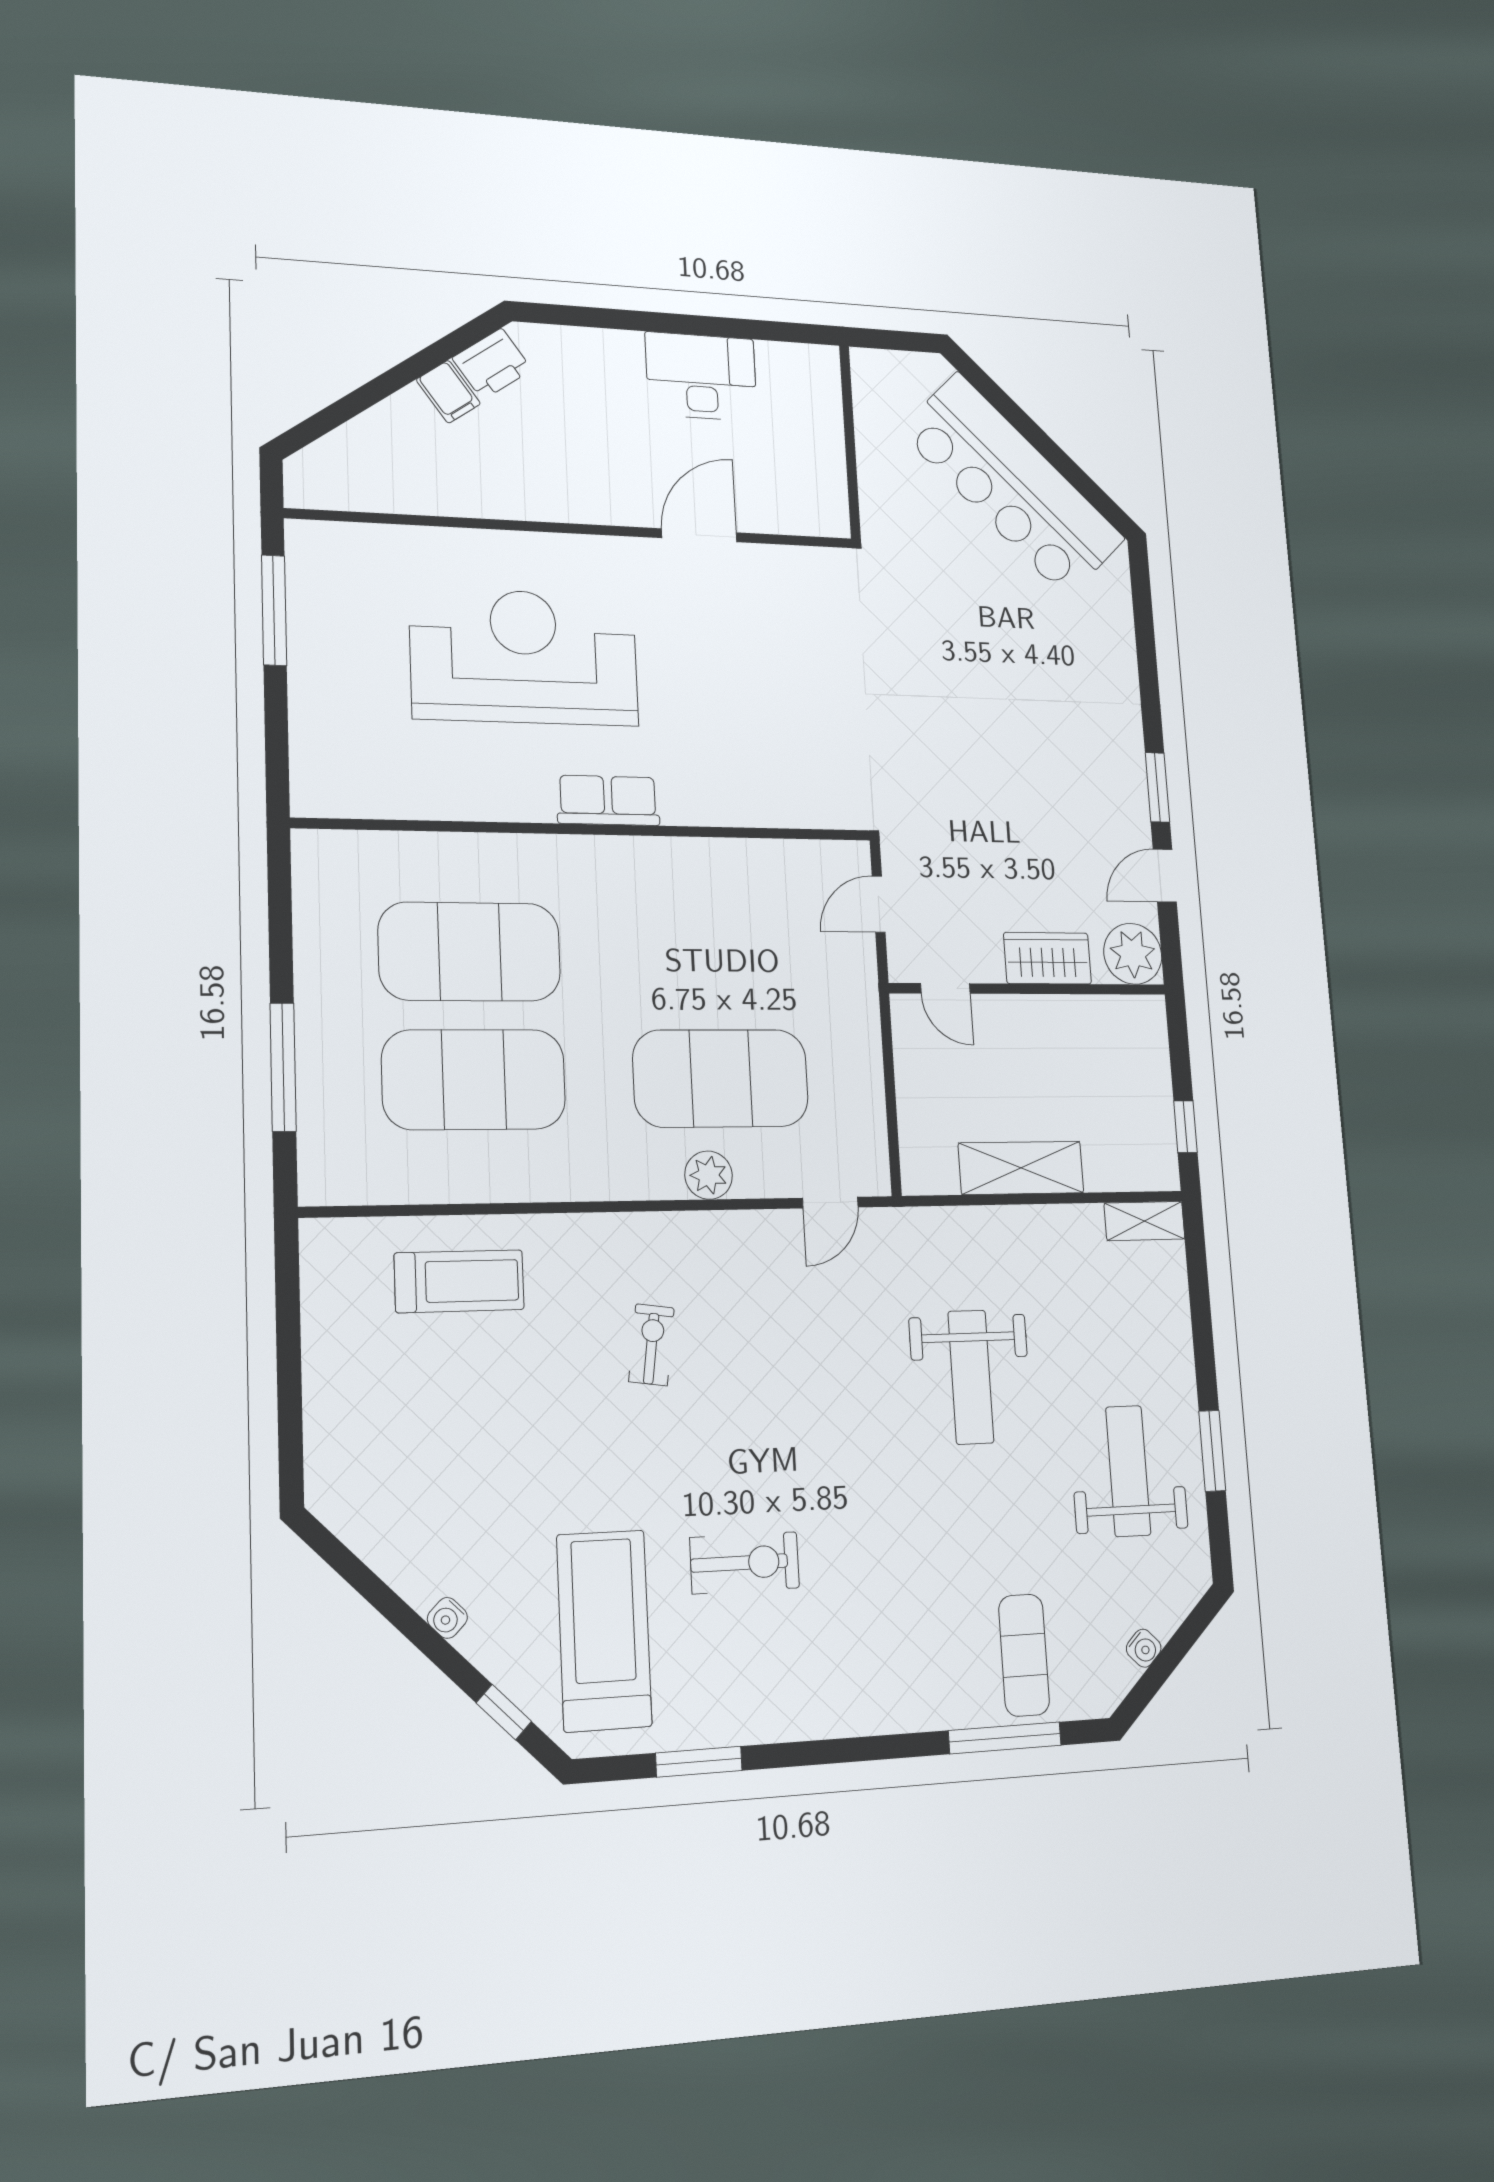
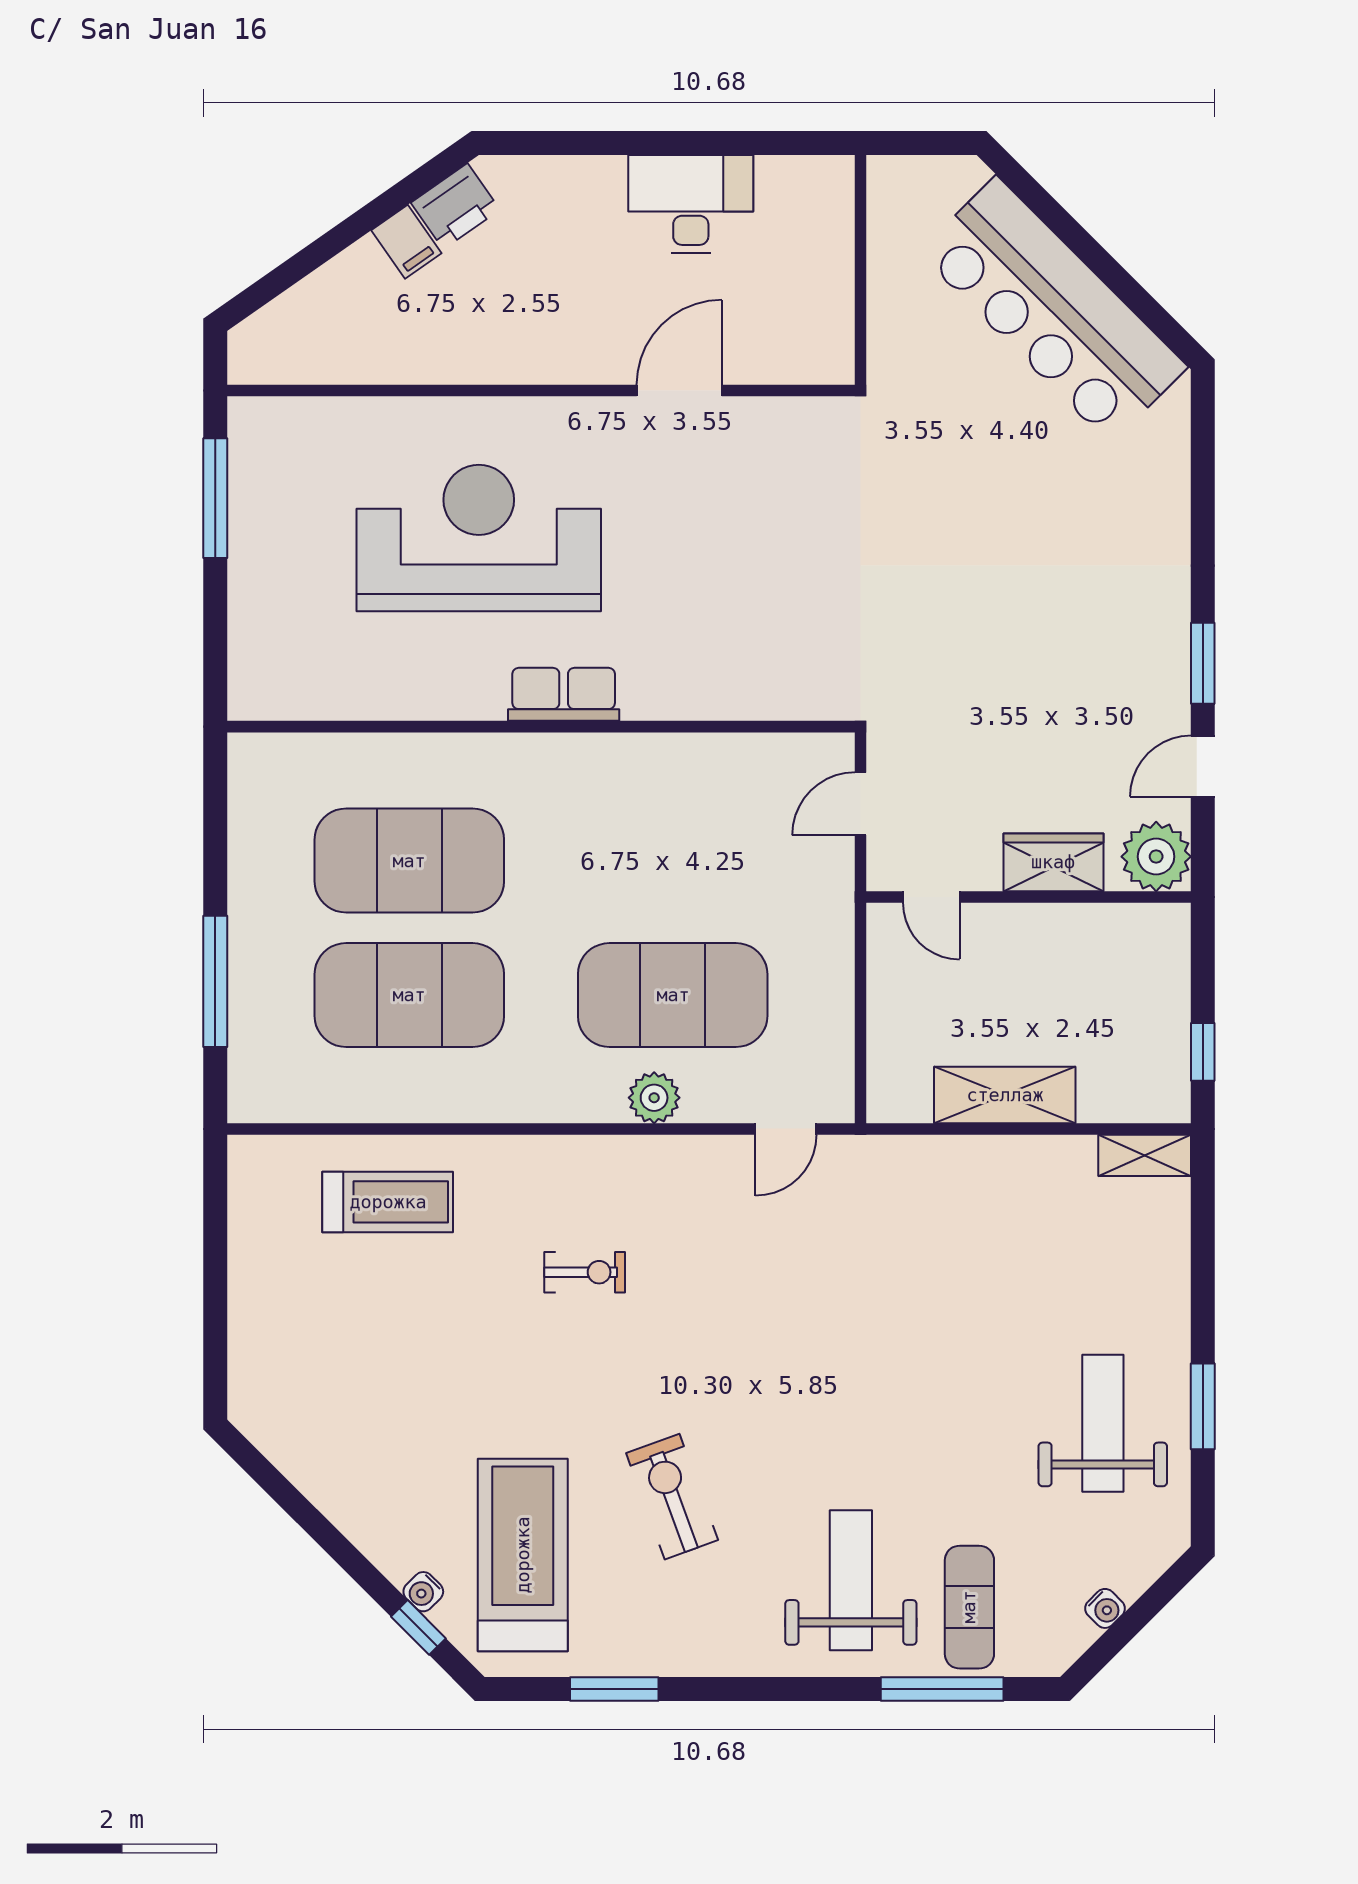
exercise bike: (652, 1345) -> (585, 1272), turned 82
weight bench: (971, 1377) -> (851, 1580), moved, turned 180
exercise bike: (745, 1563) -> (672, 1497), turned -110
water cooler: (447, 1618) -> (423, 1592), moved

